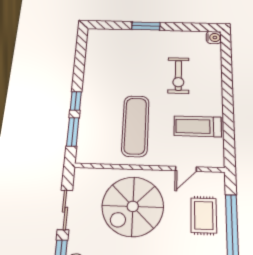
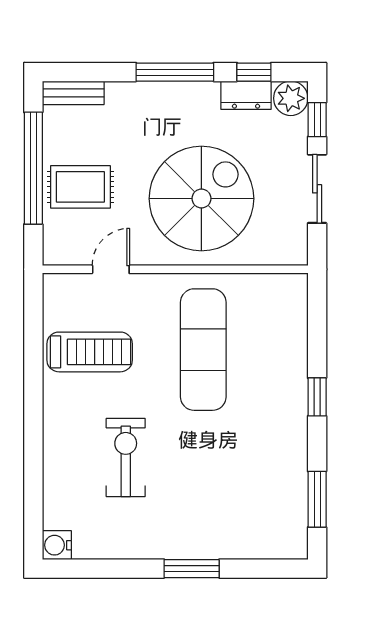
window: (73, 132) -> (317, 499), moved
rug: (204, 215) -> (80, 187), turned 90

